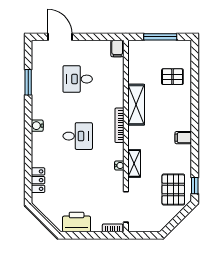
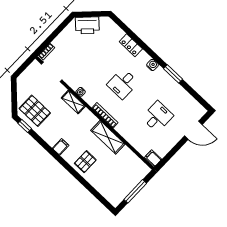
pallet: (172, 77) -> (85, 162), moved
window: (28, 82) -> (173, 74), moved
locker: (38, 180) -> (131, 45), moved
printer: (77, 222) -> (87, 25), moved, turned 45

